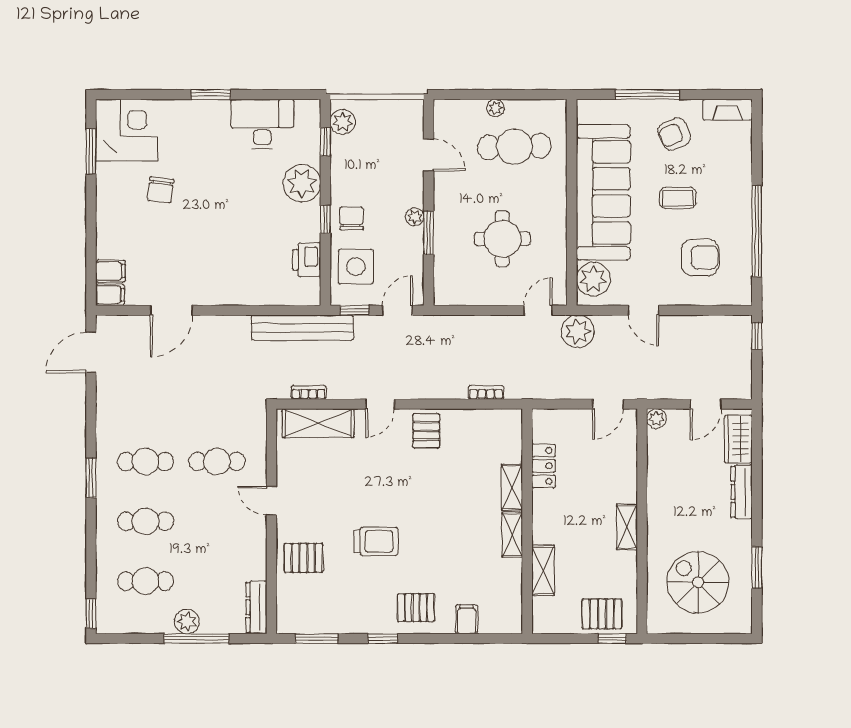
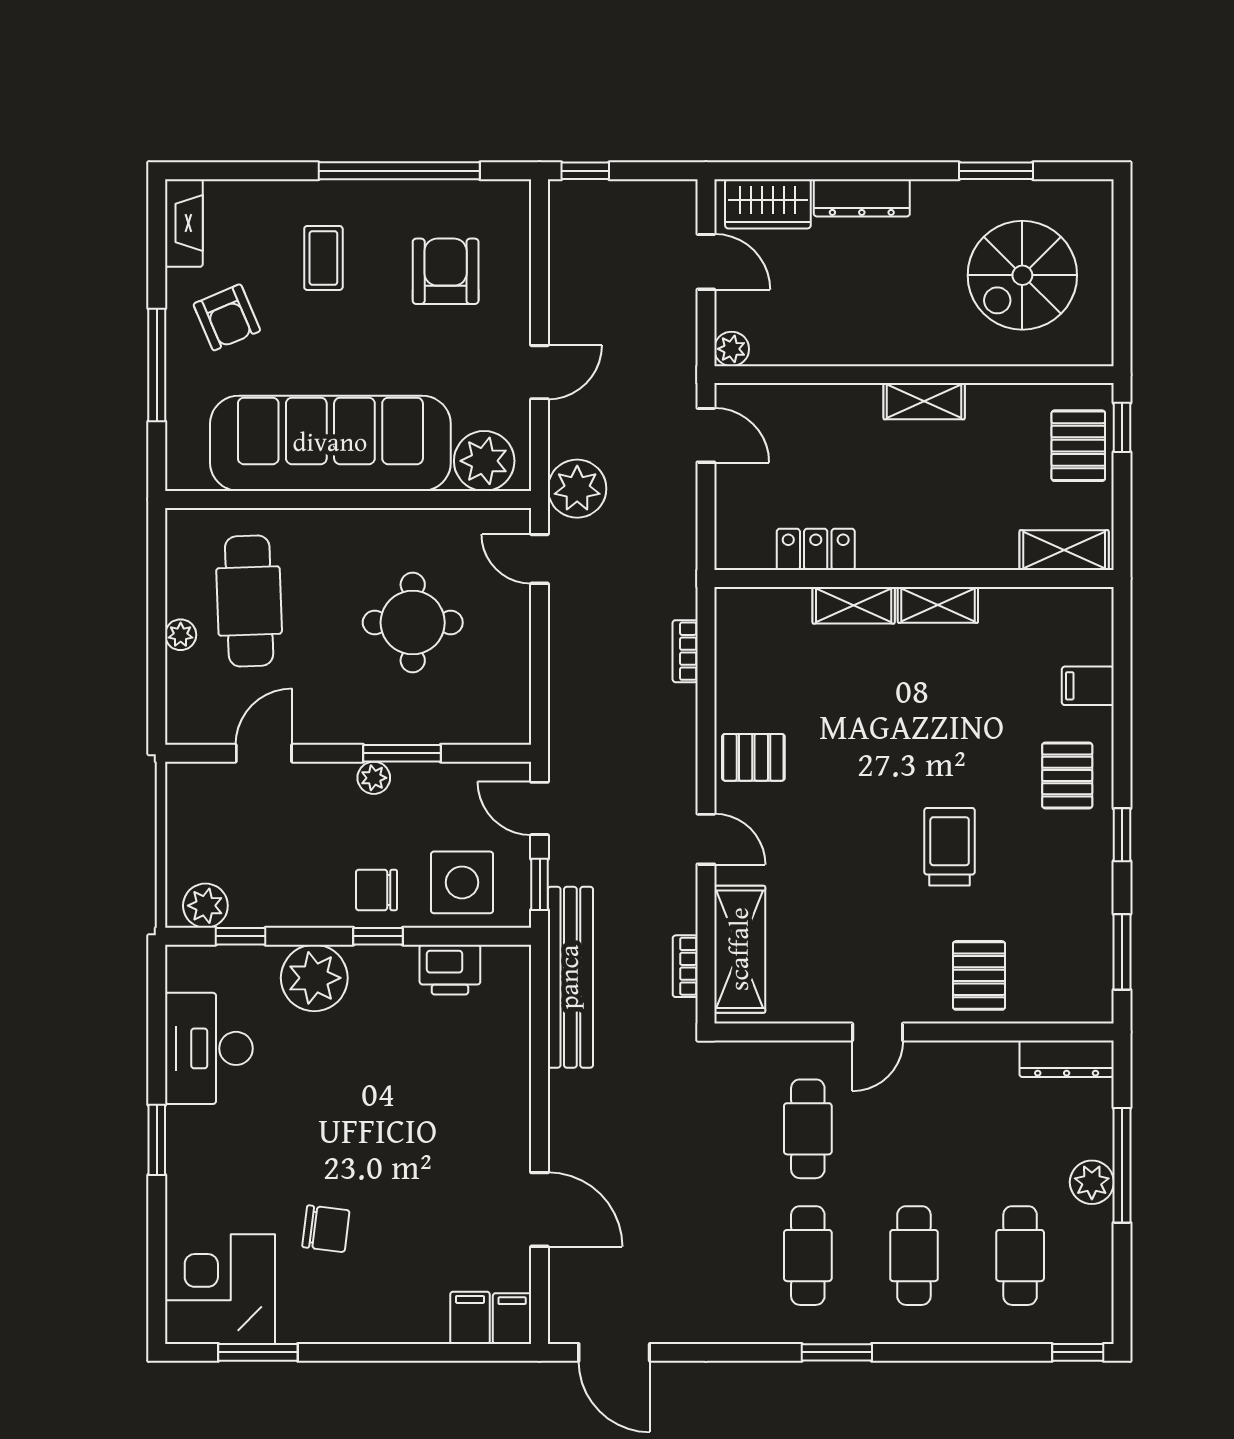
coffee table: (678, 198) -> (323, 258), moved
shelving: (543, 570) -> (1064, 550), moved

